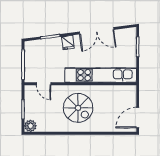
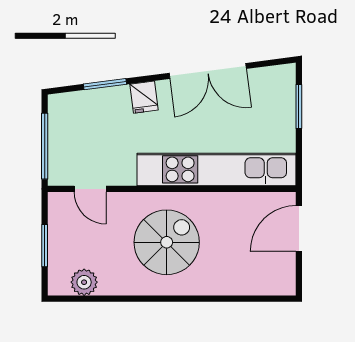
spiral stairs: (78, 108) -> (167, 242), turned -90
door: (138, 118) -> (299, 228), moved
plant: (30, 126) -> (84, 282), moved

